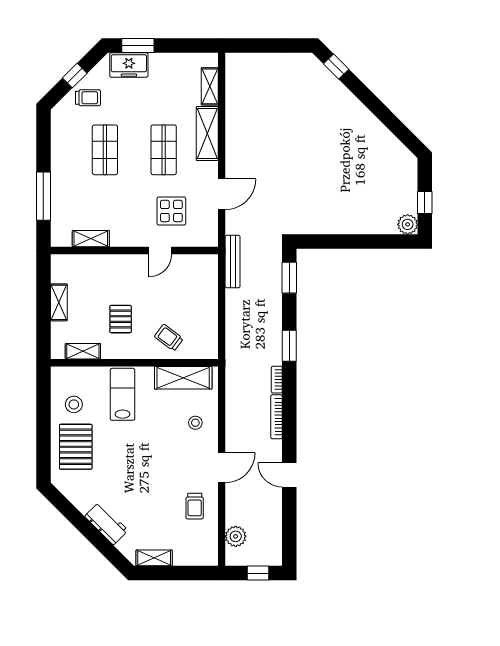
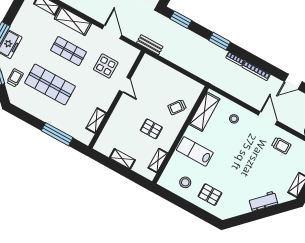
shop shelf: (105, 150) -> (50, 85), width x1.43, depth x1.36
bench: (233, 262) -> (150, 45), width x0.73
pallet: (76, 447) -> (210, 195), width x0.67, depth x0.71

